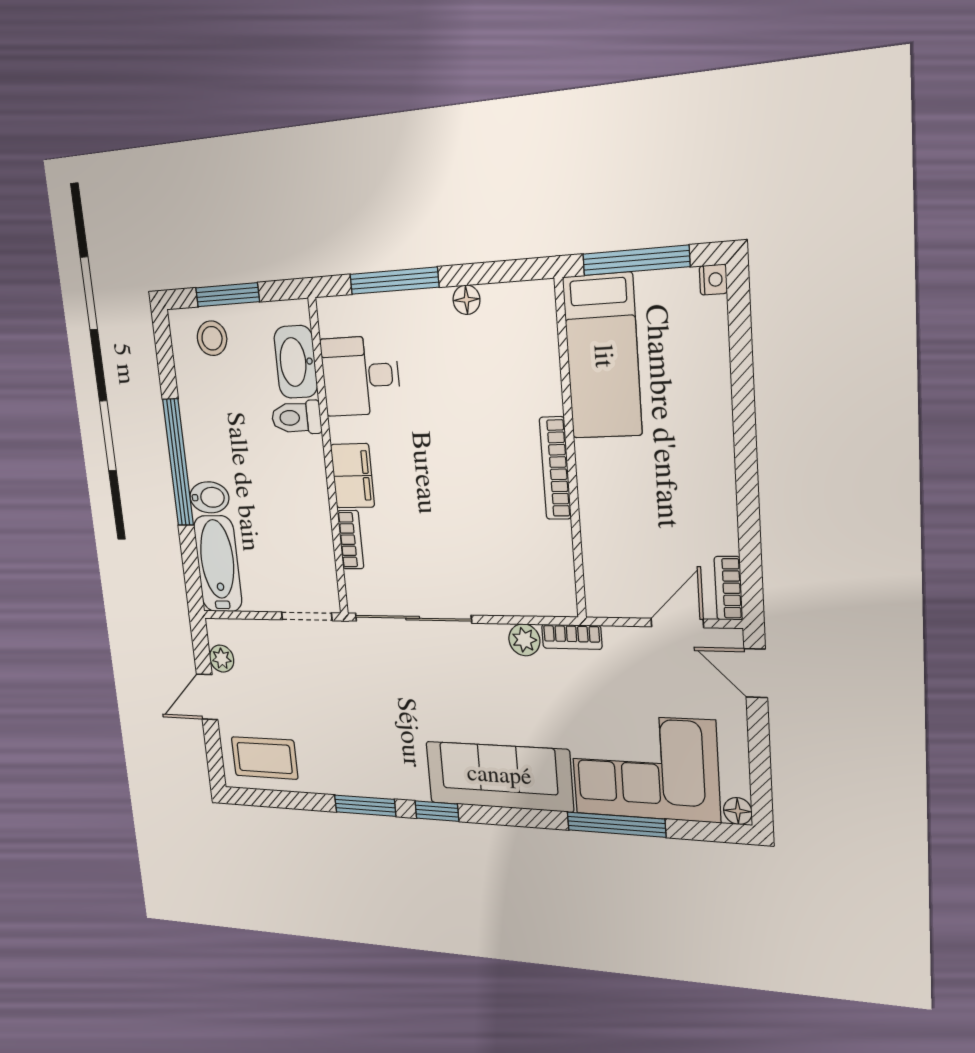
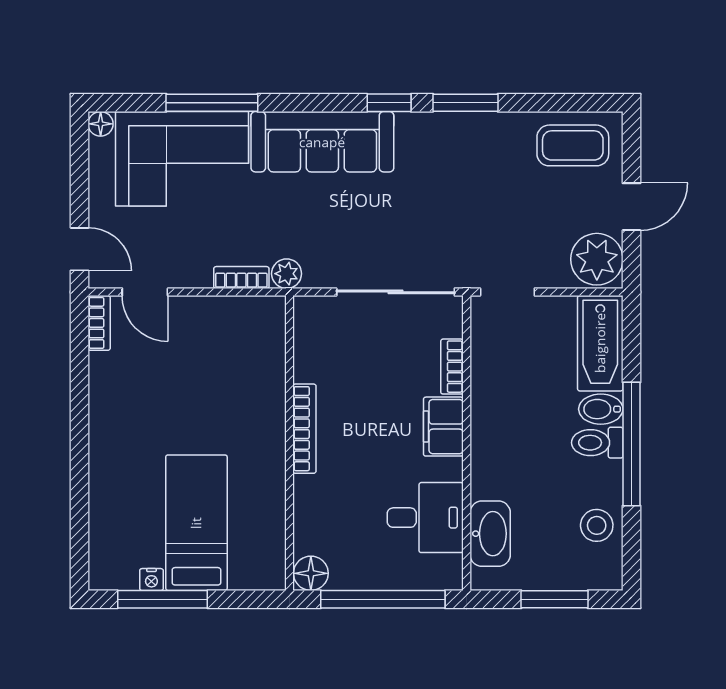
nightstand: (713, 280) -> (151, 580), moved, turned -90
window: (394, 281) -> (383, 599), width x1.46
floor lamp: (467, 300) -> (311, 573), width x1.37, depth x1.37
stool: (212, 338) -> (597, 525), moved
toilet: (296, 418) -> (597, 443), moved, turned 180
wall: (570, 451) -> (290, 443), moved
bookcase: (555, 468) -> (304, 429), moved
door: (677, 623) -> (145, 292), hinge flipped
plant: (222, 659) -> (597, 259), width x1.88, depth x1.88

